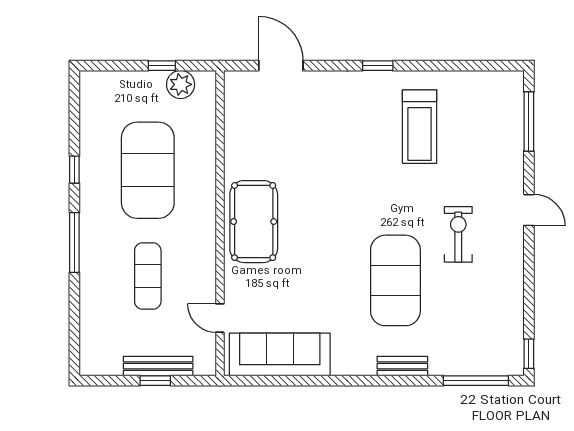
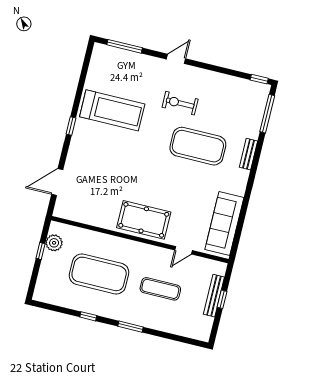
treadmill: (420, 127) -> (112, 110), width x1.37, depth x1.38
window: (74, 242) -> (131, 327), width x0.69
door: (220, 318) -> (183, 250), moved

